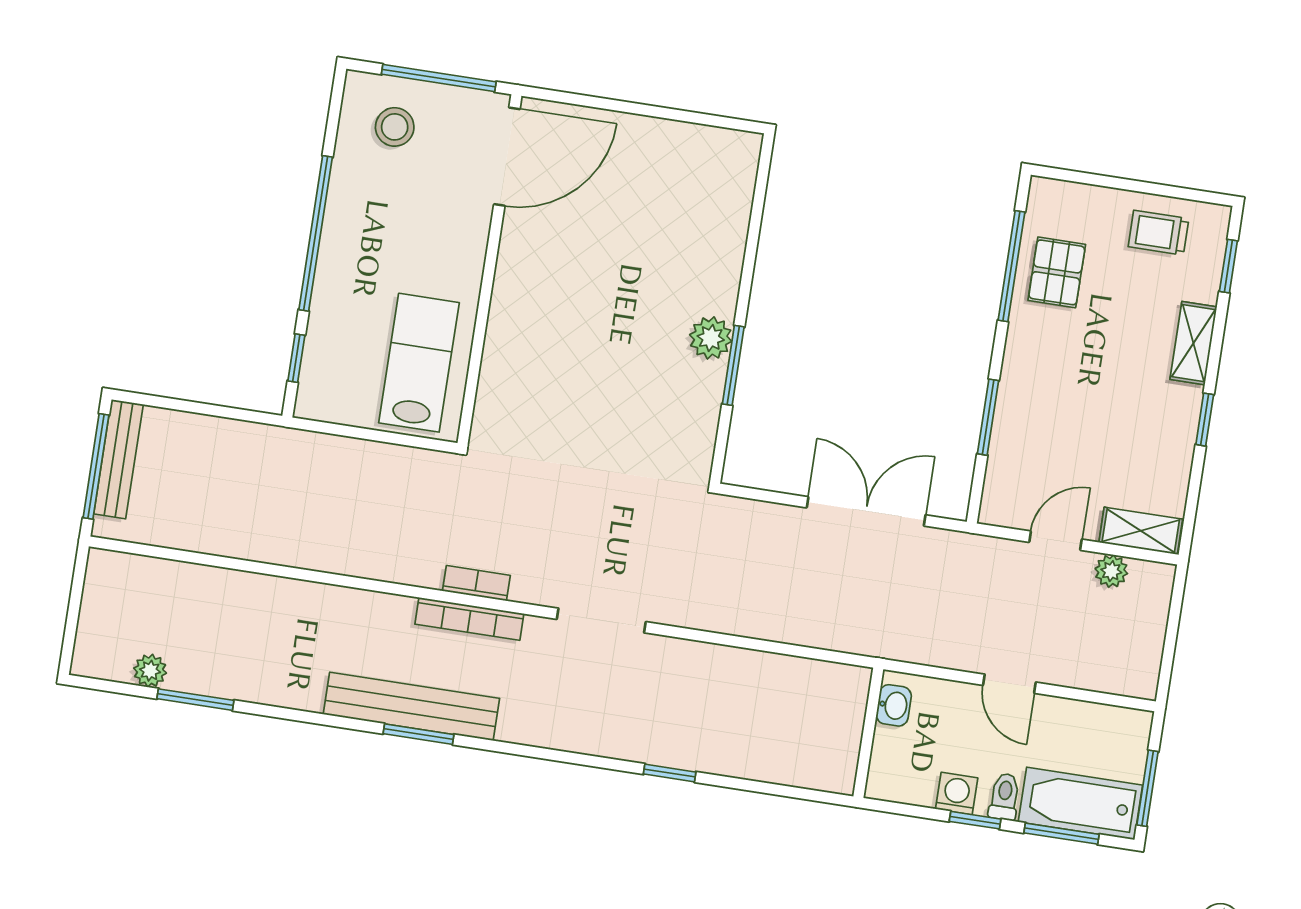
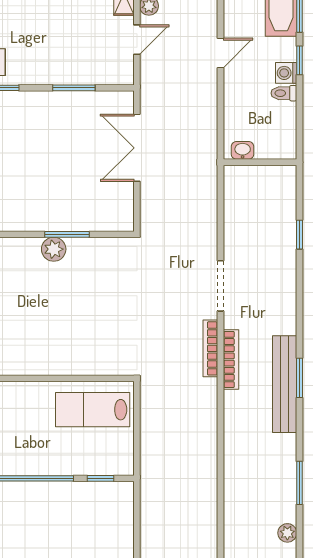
door: (1056, 541) -> (137, 40), swing flipped
bookcase: (476, 583) -> (210, 348), width x1.56
window: (195, 700) -> (300, 483), moved
washbasin: (894, 705) -> (243, 150), moved
wall: (868, 733) -> (260, 162), moved
toilet: (1004, 797) -> (284, 93), moved

